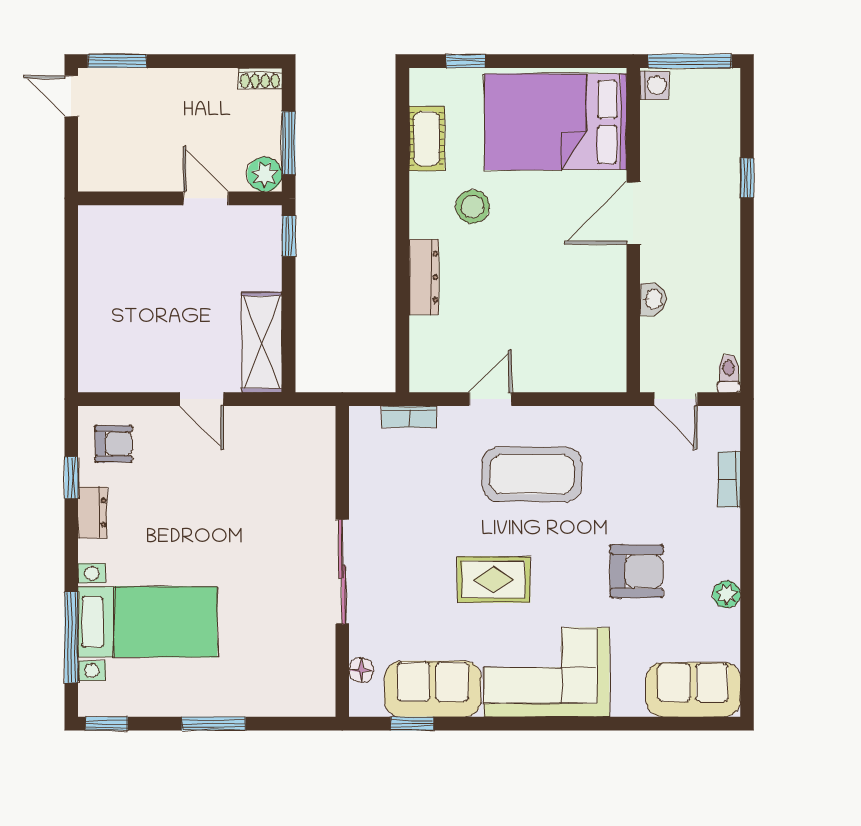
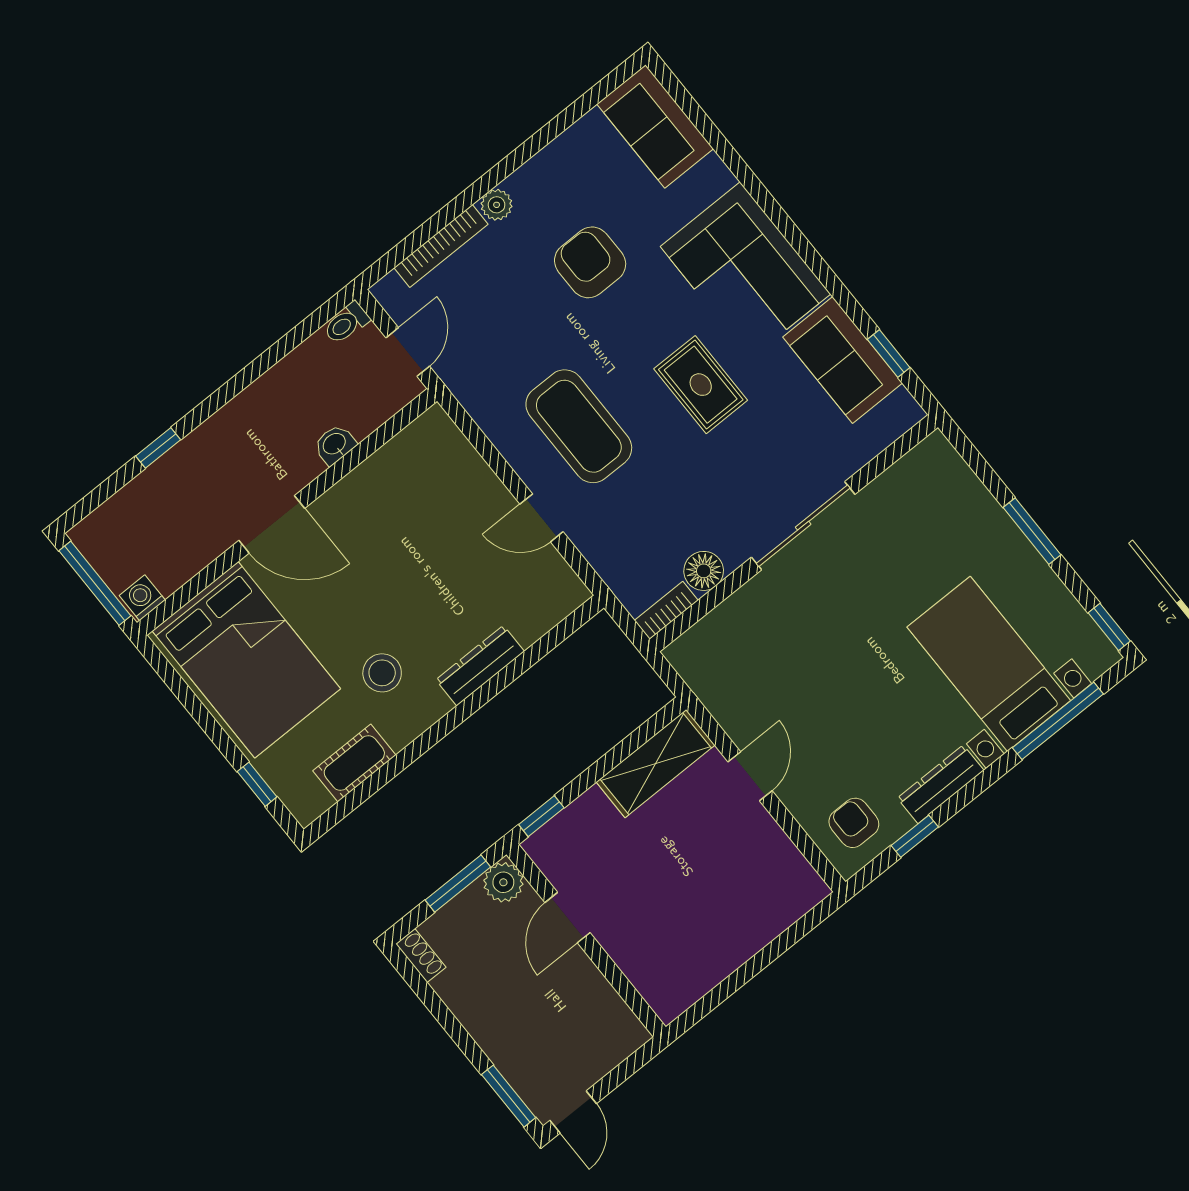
bookcase: (409, 417) -> (666, 610), moved, turned -90
bookcase: (729, 479) -> (441, 246), width x1.56
dresser: (92, 512) -> (941, 784), width x1.44
plant: (727, 594) -> (497, 205), moved
floor lamp: (361, 670) -> (704, 571), moved, width x1.37, depth x1.37

